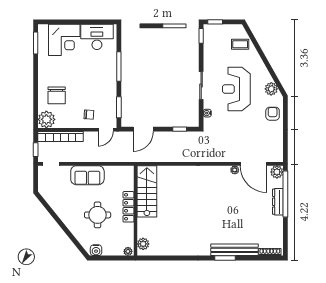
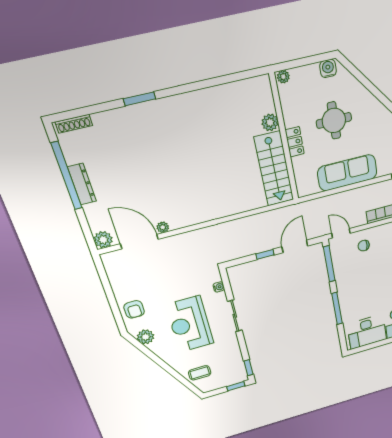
reception desk: (236, 89) -> (190, 324), turned 180
window: (119, 107) -> (329, 264), width x1.44
window: (180, 129) -> (265, 254), moved
door: (106, 130) -> (341, 233), hinge flipped
sofa: (87, 175) -> (347, 173), width x1.36
window: (285, 194) -> (67, 176), moved
dresser: (278, 202) -> (82, 184), moved
locker: (128, 207) -> (295, 142), width x0.66
plant: (143, 244) -> (270, 122), moved
bench: (234, 250) -> (129, 115), removed

